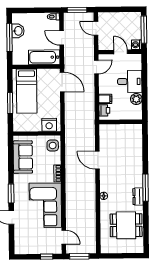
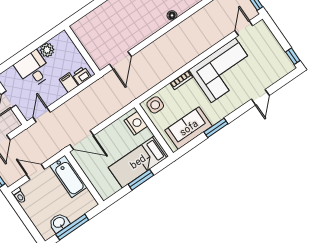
door: (62, 38) -> (36, 172), swing flipped
door: (96, 67) -> (42, 115), hinge flipped
door: (62, 82) -> (82, 140), swing flipped
bed: (27, 91) -> (138, 162), moved, turned 180
door: (97, 160) -> (120, 60), moved
window: (11, 193) -> (216, 128), moved
window: (47, 257) -> (293, 56), moved

